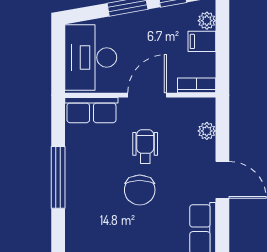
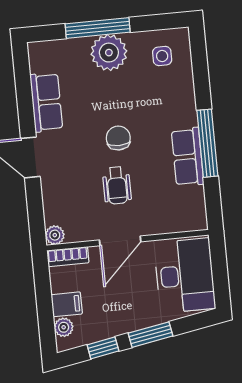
row of seats: (91, 110) -> (188, 157), moved, turned -90
plant: (207, 131) -> (55, 235), moved
chair: (140, 190) -> (118, 138), width x0.73, depth x0.73

